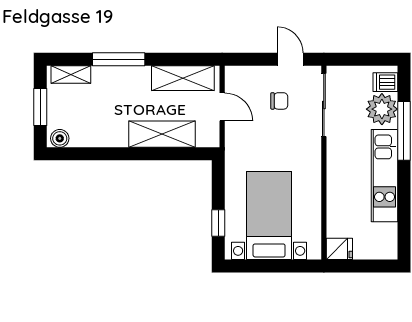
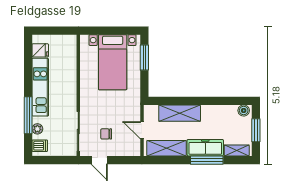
freezer: (121, 79) -> (205, 148), added
plant: (382, 109) -> (37, 129), width x0.53, depth x0.53
window: (218, 223) -> (144, 57), width x1.50
fridge: (339, 249) -> (40, 50), moved, turned 180

